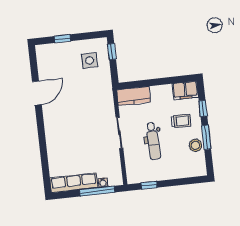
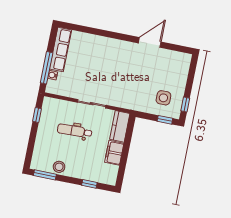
window: (62, 39) -> (185, 105), moved
filing cabinet: (185, 90) -> (114, 153), moved
door: (37, 93) -> (150, 42), swing flipped
trolley: (181, 121) -> (85, 161), removed
window: (206, 137) -> (45, 175), moved

